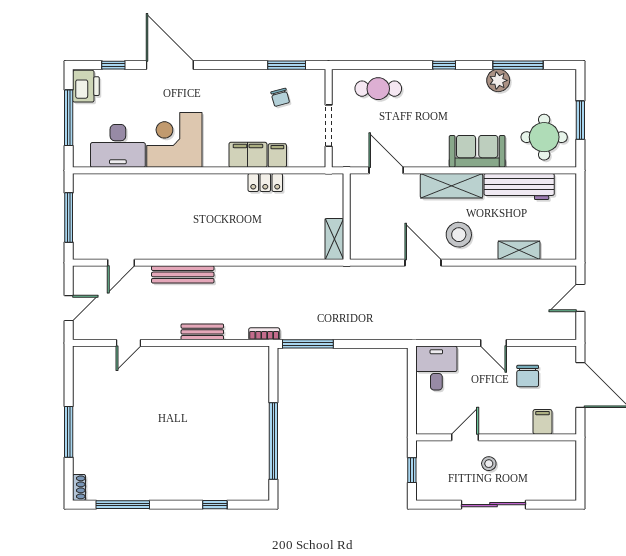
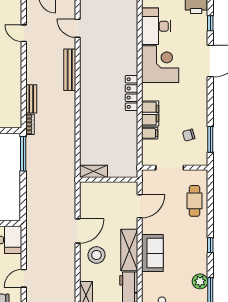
sofa: (477, 151) -> (152, 253), moved
locker: (265, 182) -> (131, 93), moved, width x1.53
bench: (202, 332) -> (31, 99), moved

